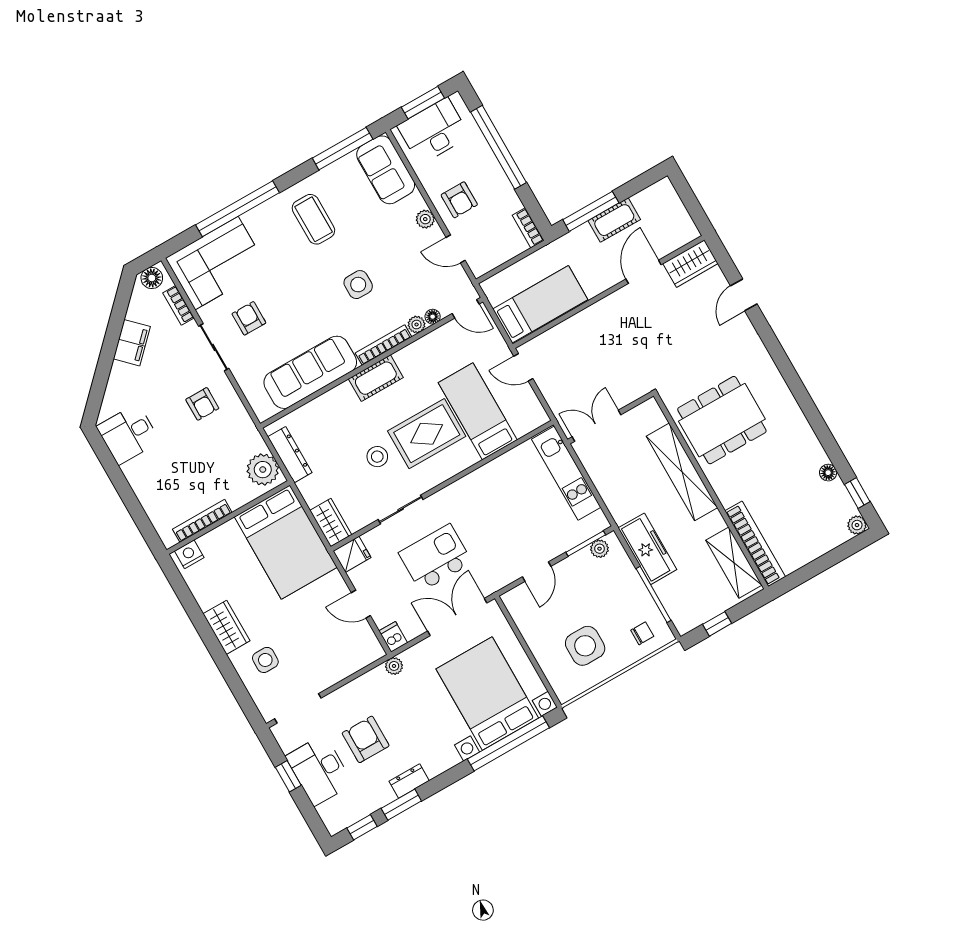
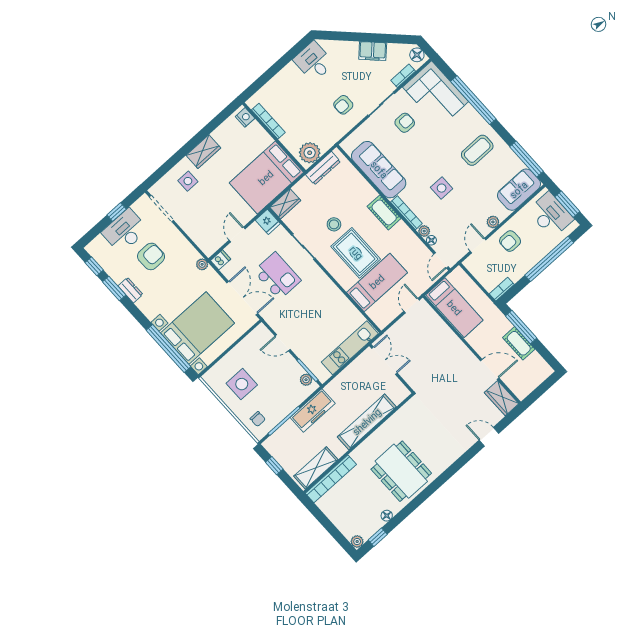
dining table: (722, 420) -> (401, 471), moved

